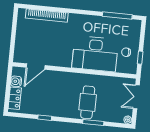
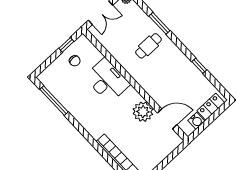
desk: (95, 54) -> (107, 81), width x0.73, depth x0.77
plant: (55, 58) -> (143, 112), added
cafe table: (88, 102) -> (148, 46), width x0.73, depth x0.74

